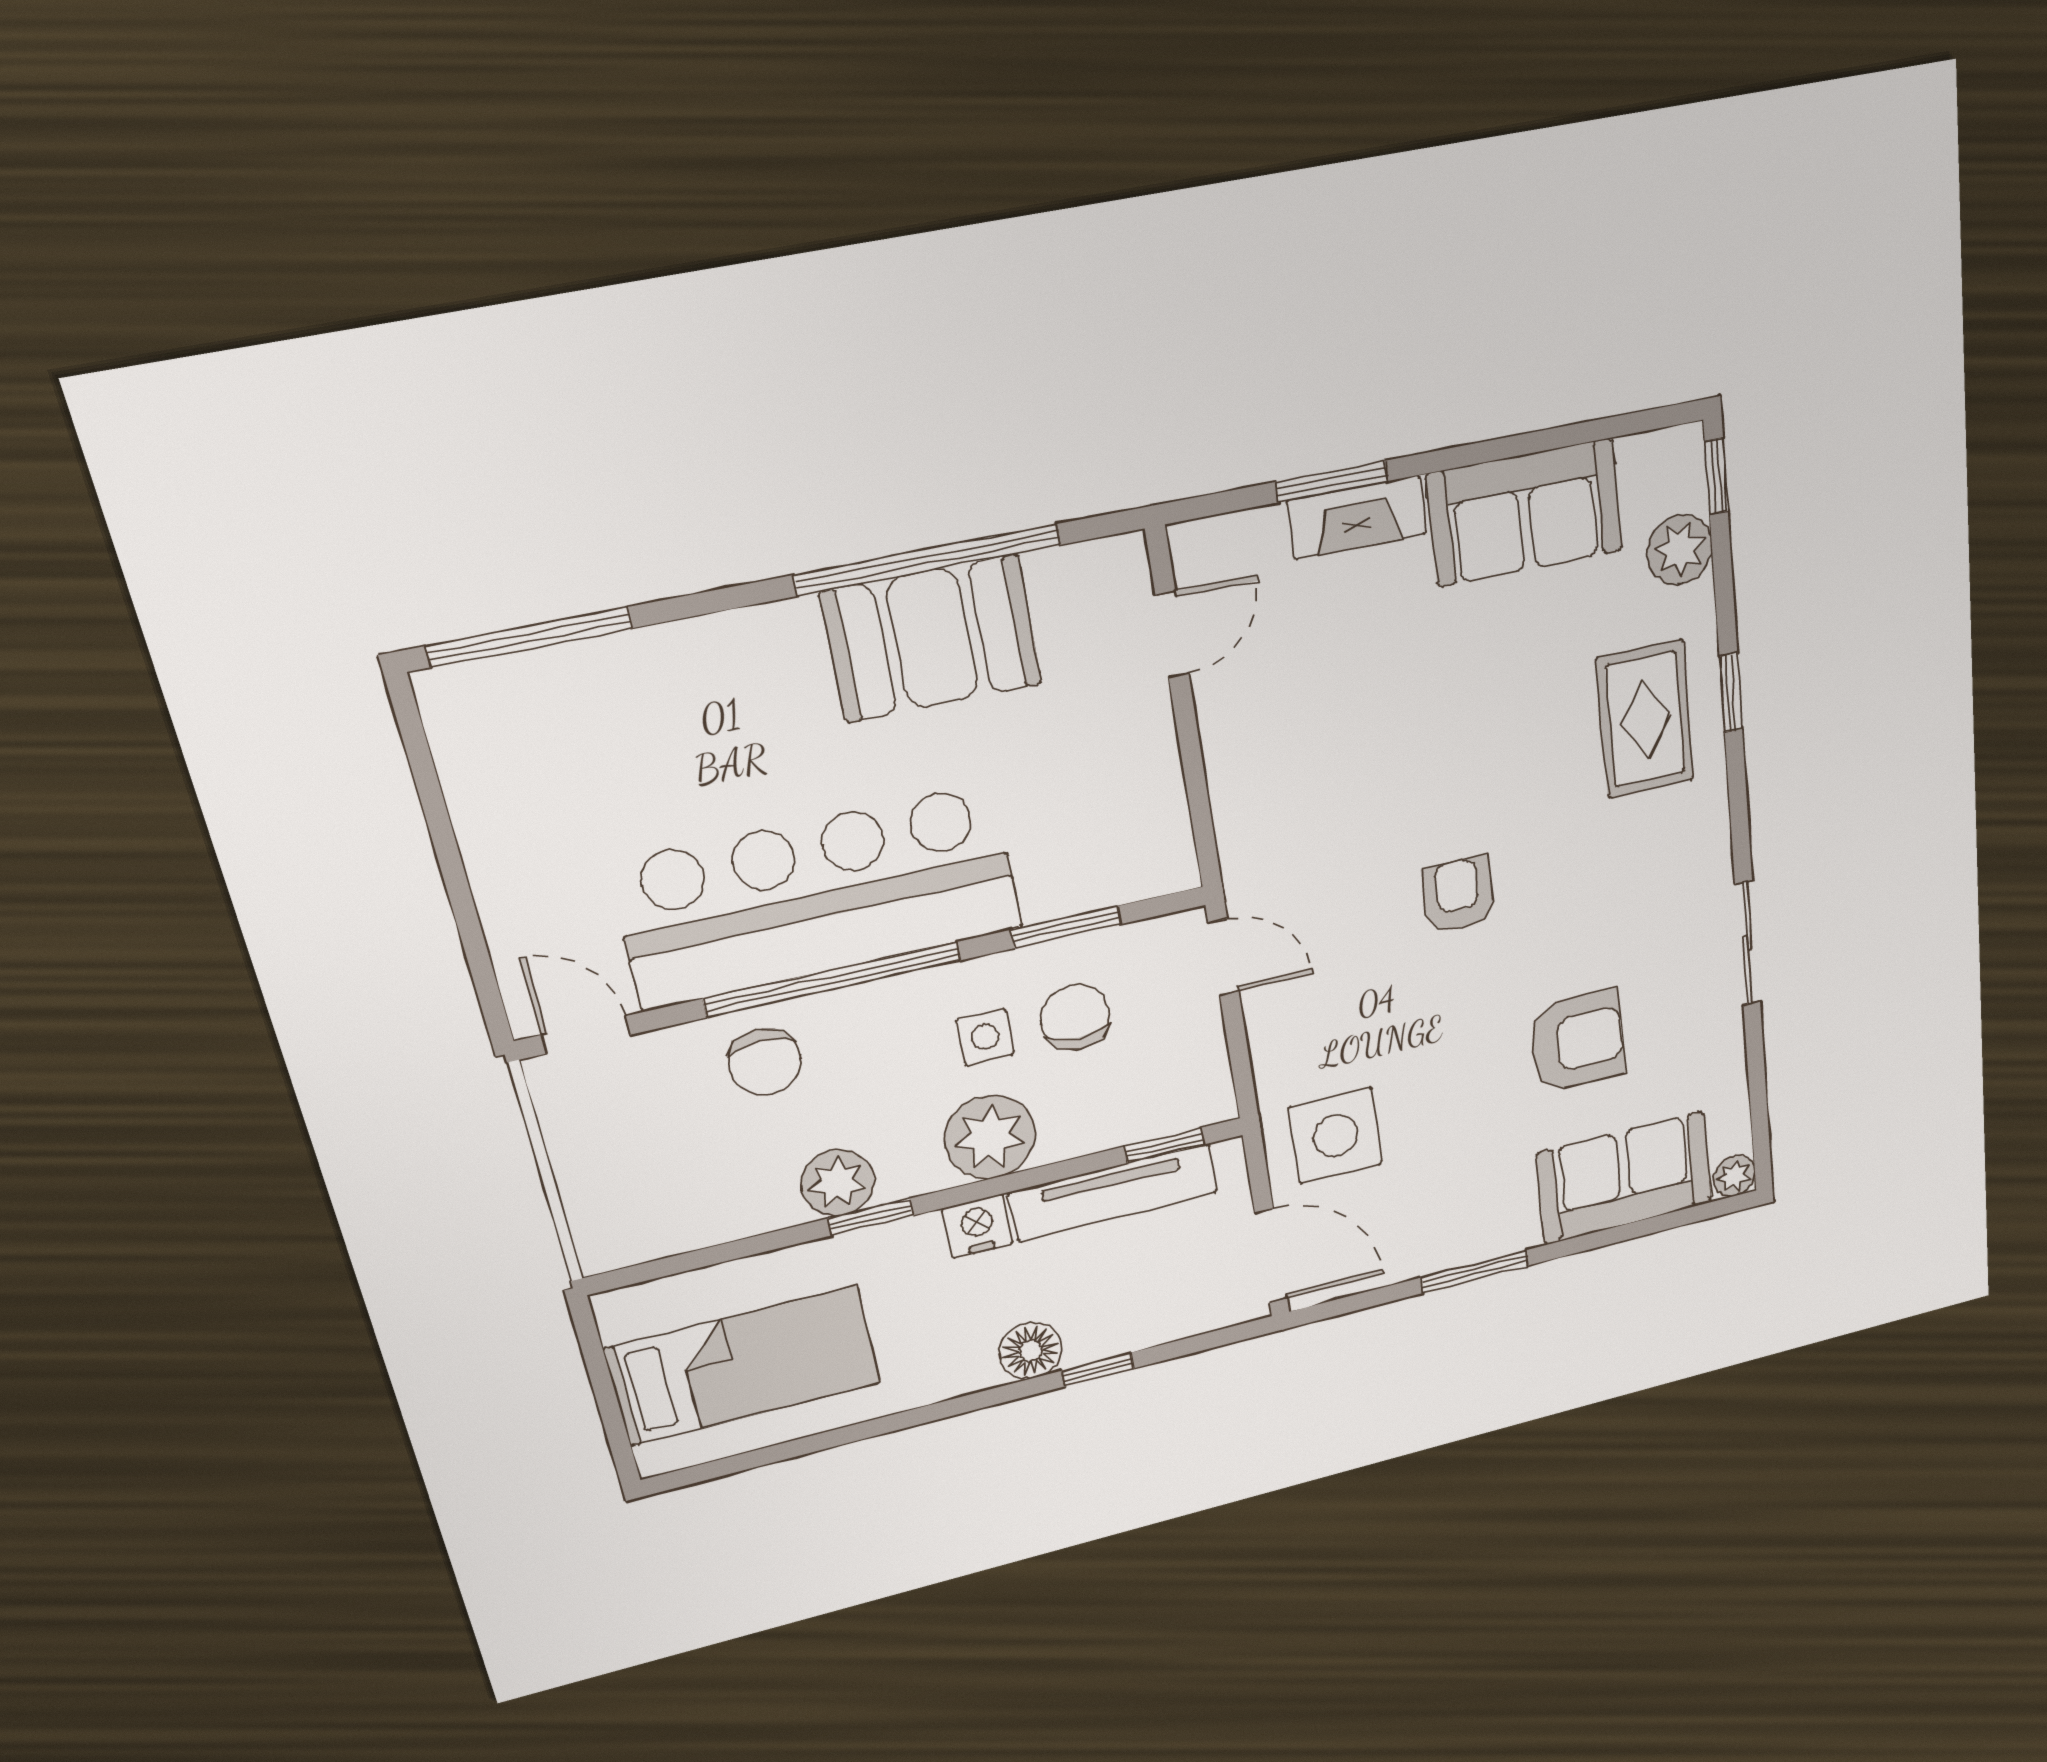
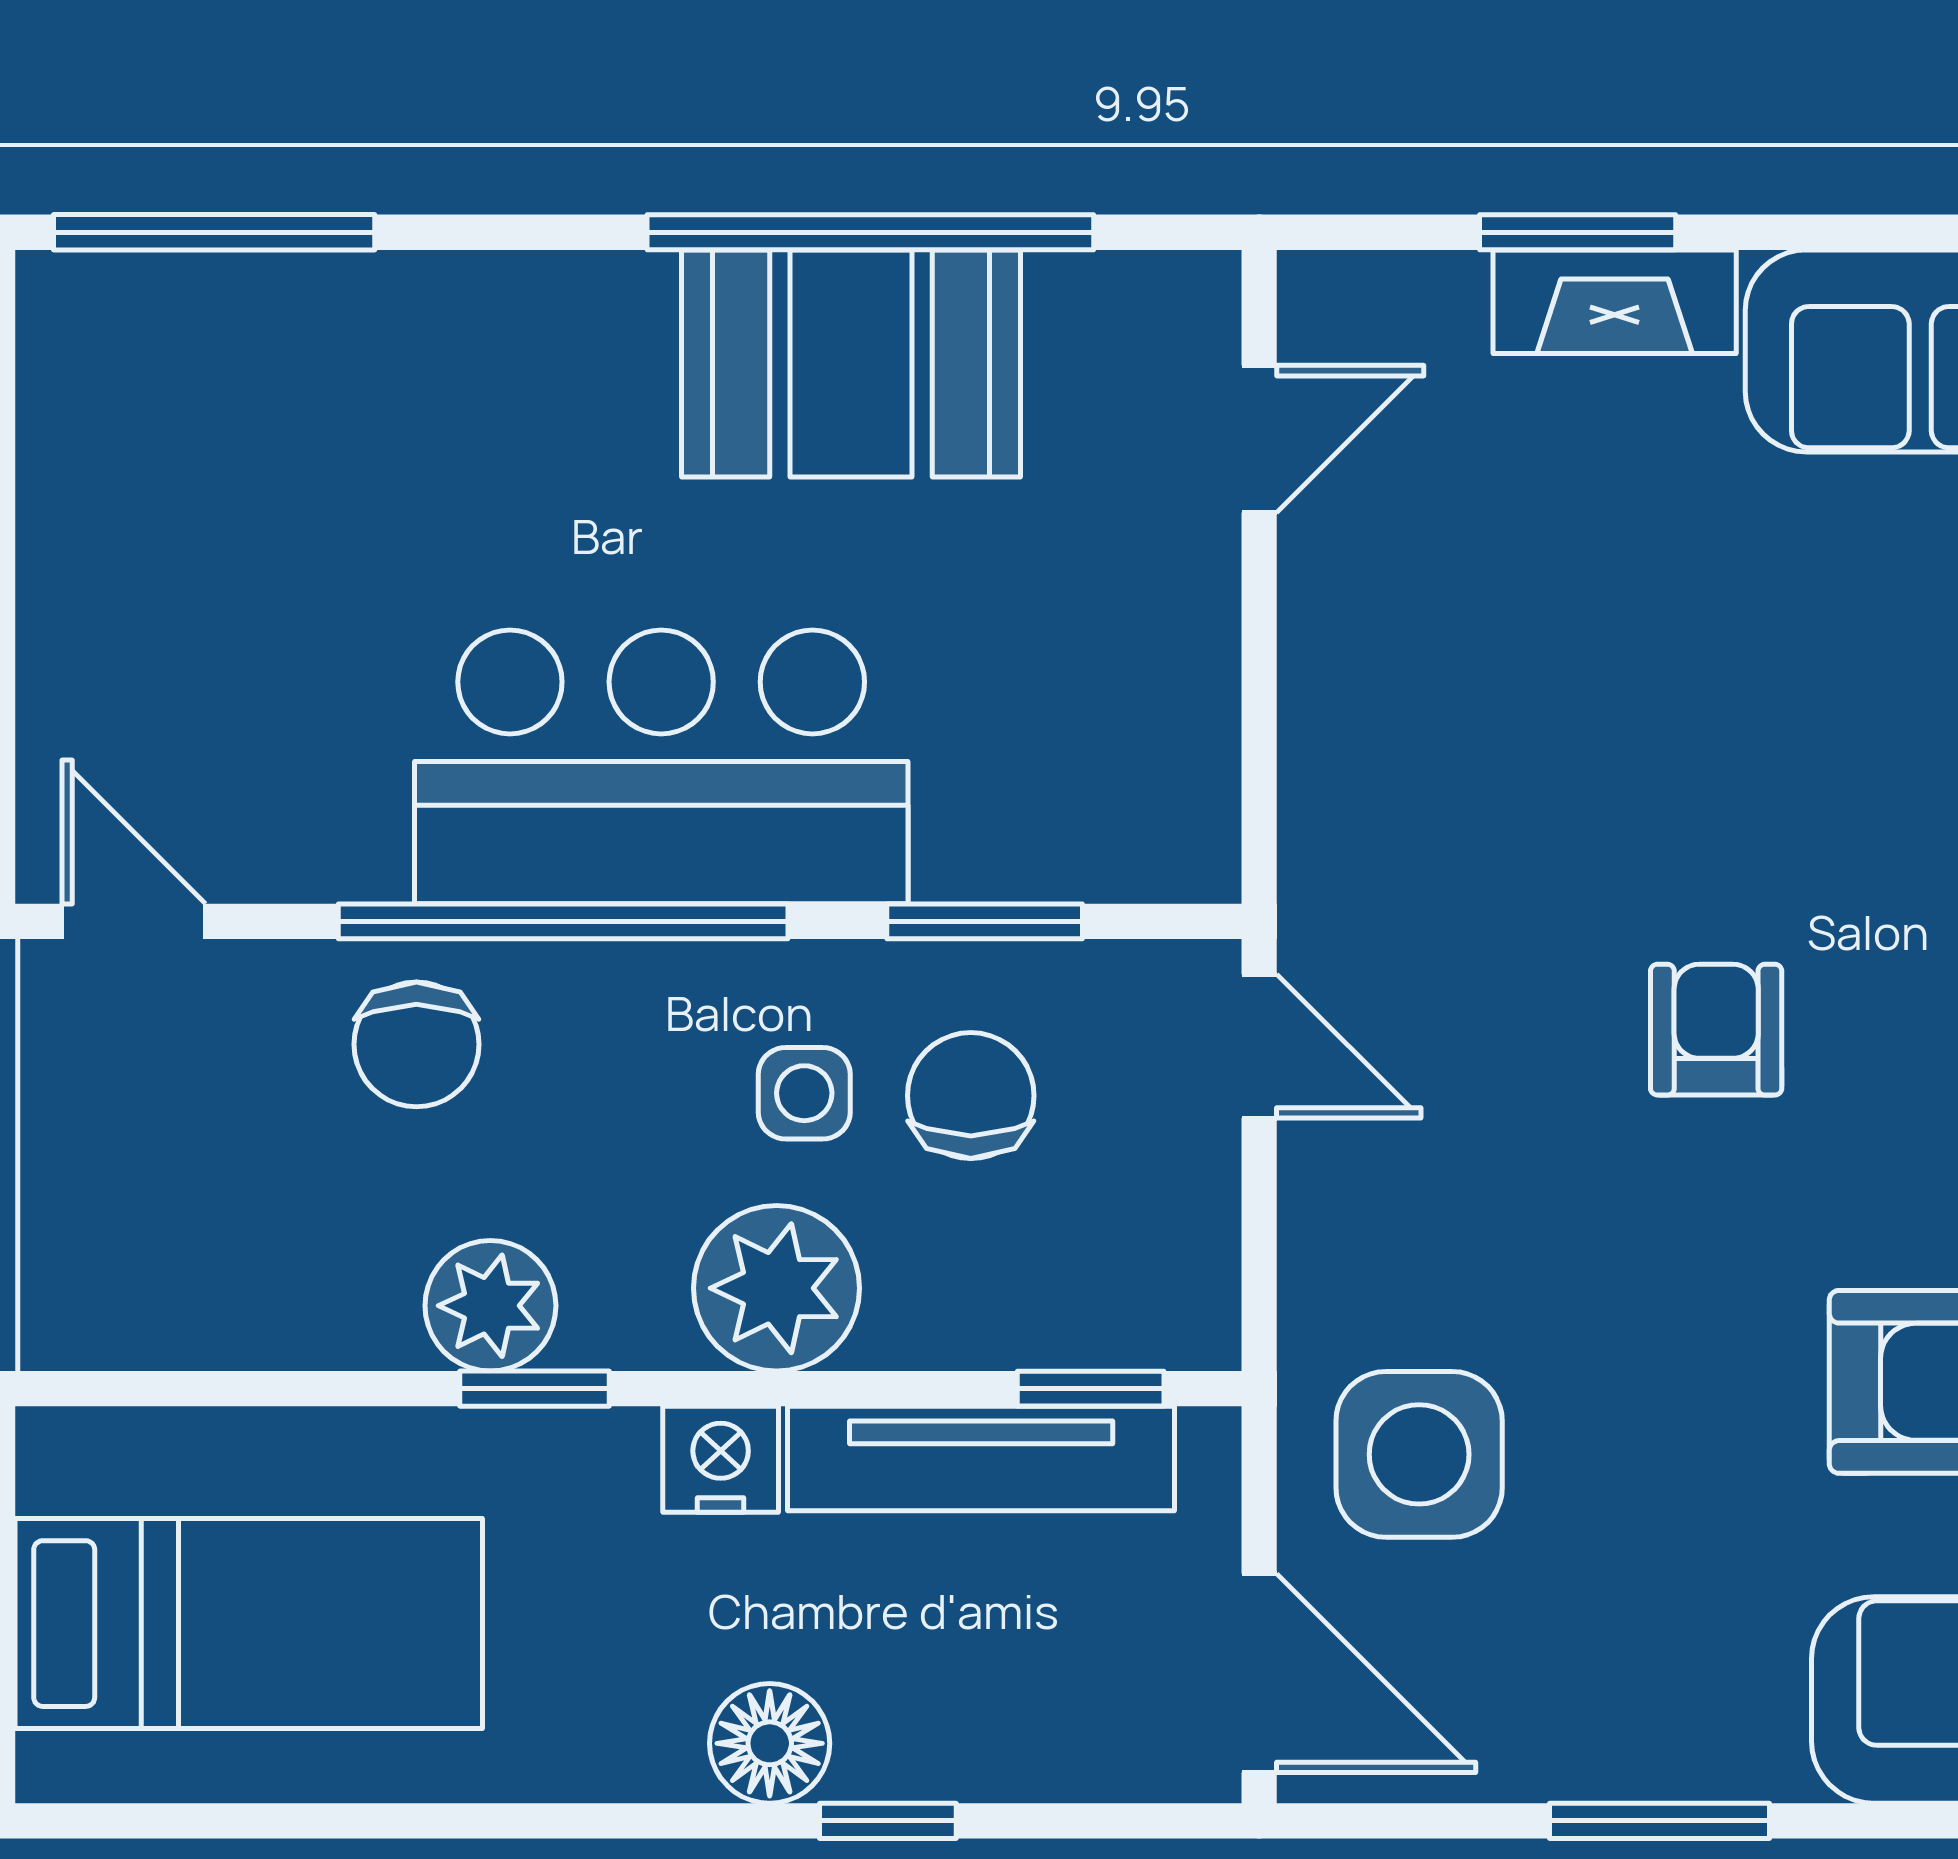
bar counter: (819, 897) -> (661, 767), width x0.73

